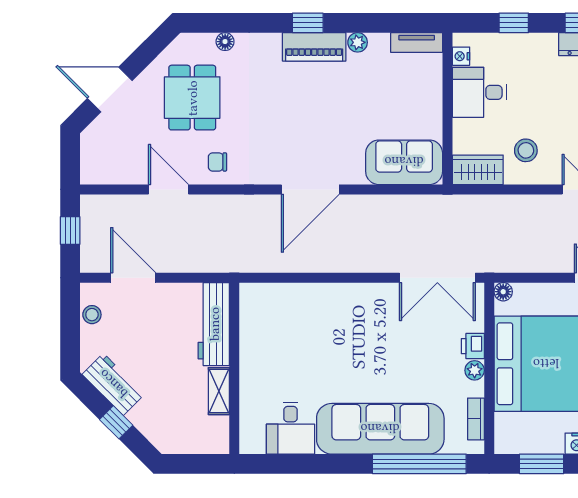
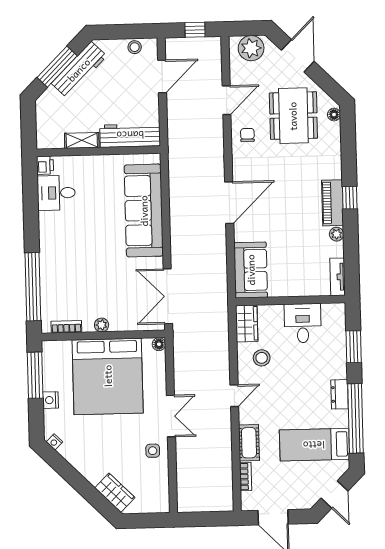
window: (514, 23) -> (354, 347), width x1.50
floor lamp: (225, 42) -> (334, 115), moved
nightstand: (461, 56) -> (328, 309), removed
dining table: (192, 98) -> (293, 116), width x1.38
plant: (98, 154) -> (251, 48), added
door: (310, 189) -> (229, 203), swing flipped
printer: (473, 346) -> (45, 165), moved, turned 90
workbench: (113, 384) -> (79, 70), width x1.38
window: (116, 422) -> (57, 67), width x2.17
sofa: (380, 429) -> (144, 211), moved, turned 180
window: (542, 464) -> (35, 375), width x1.44

